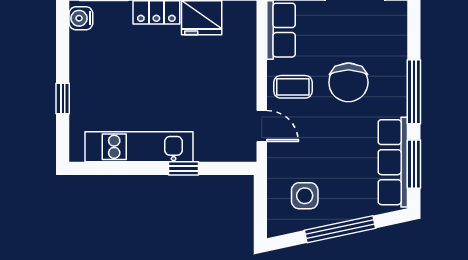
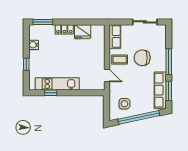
water cooler: (81, 18) -> (34, 45), moved
chair: (348, 82) -> (142, 58), turned 90
window: (183, 168) -> (51, 93), moved
window: (340, 229) -> (139, 117), width x1.46

